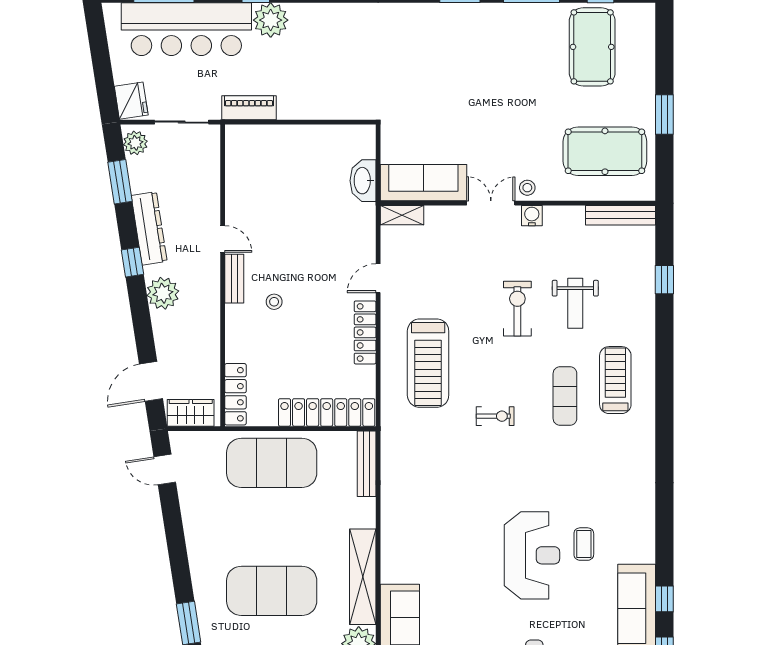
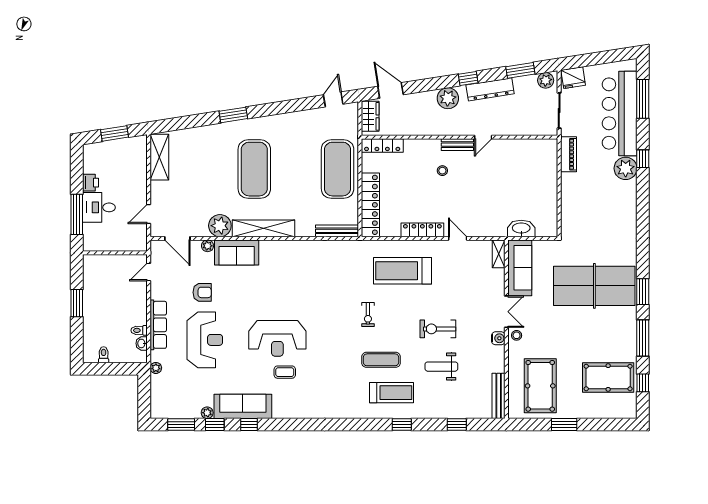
table tennis table: (451, 68) -> (594, 286), added
exercise bike: (517, 309) -> (438, 329), turned 180
window: (664, 364) -> (402, 424), added

